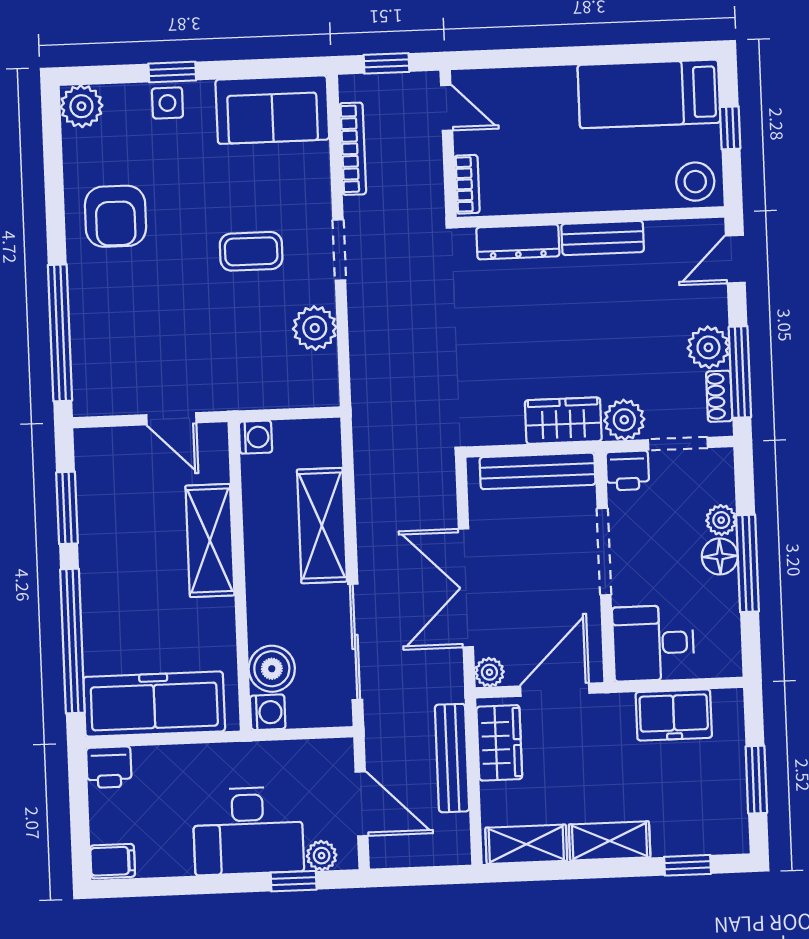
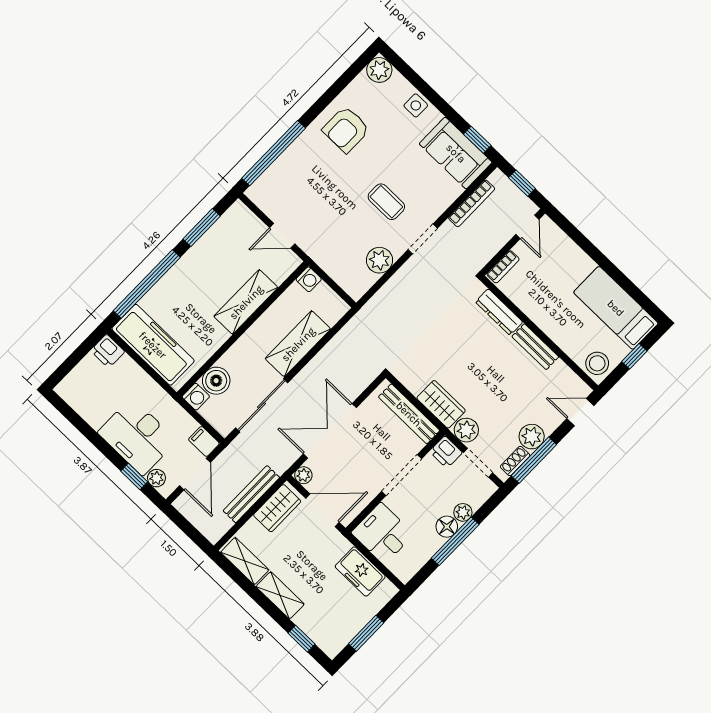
window: (172, 72) -> (477, 140), moved
door: (171, 419) -> (282, 236), hinge flipped
filing cabinet: (113, 861) -> (204, 441), moved, turned 180

